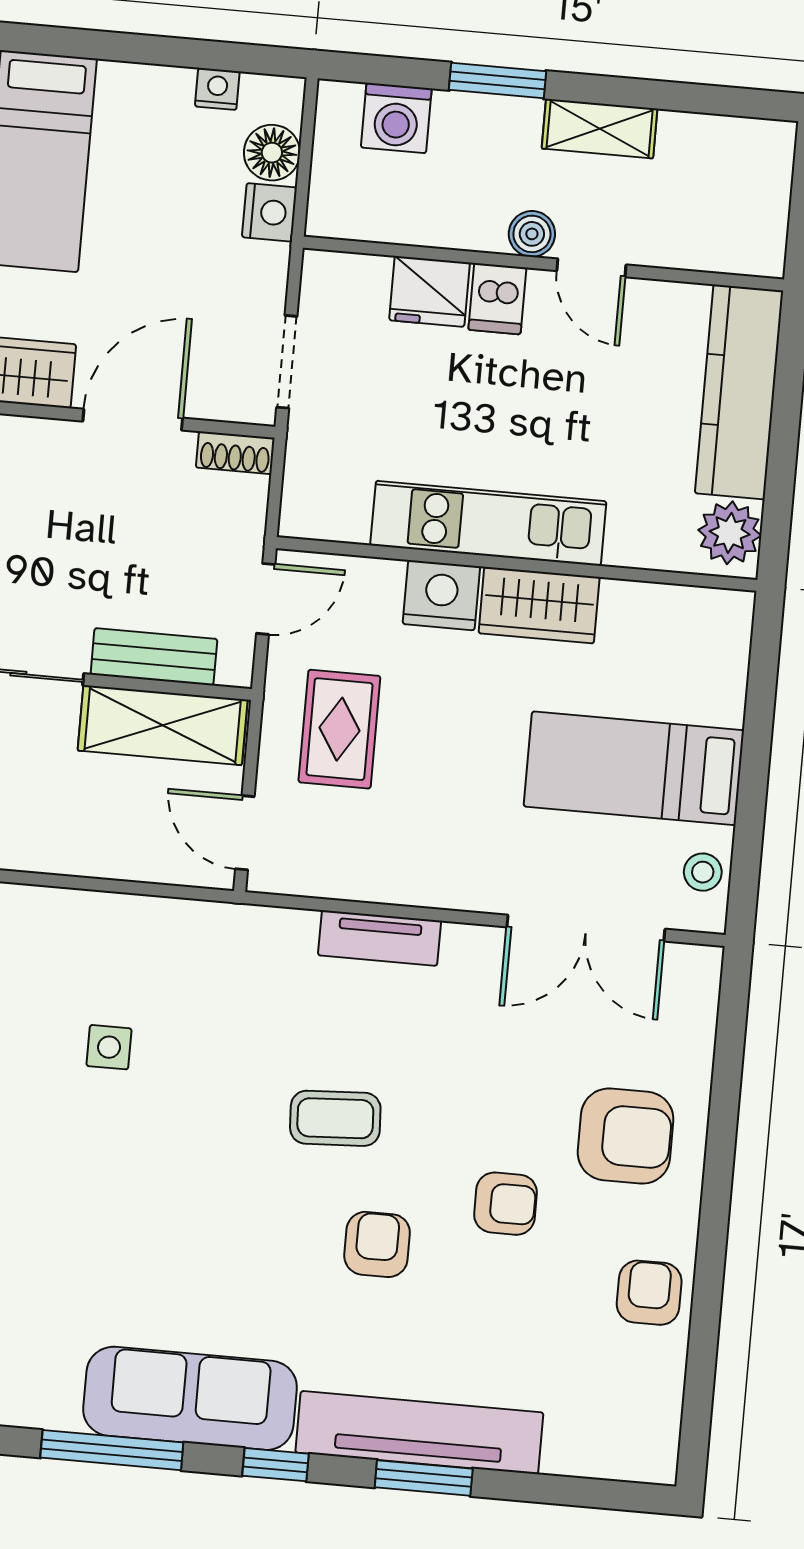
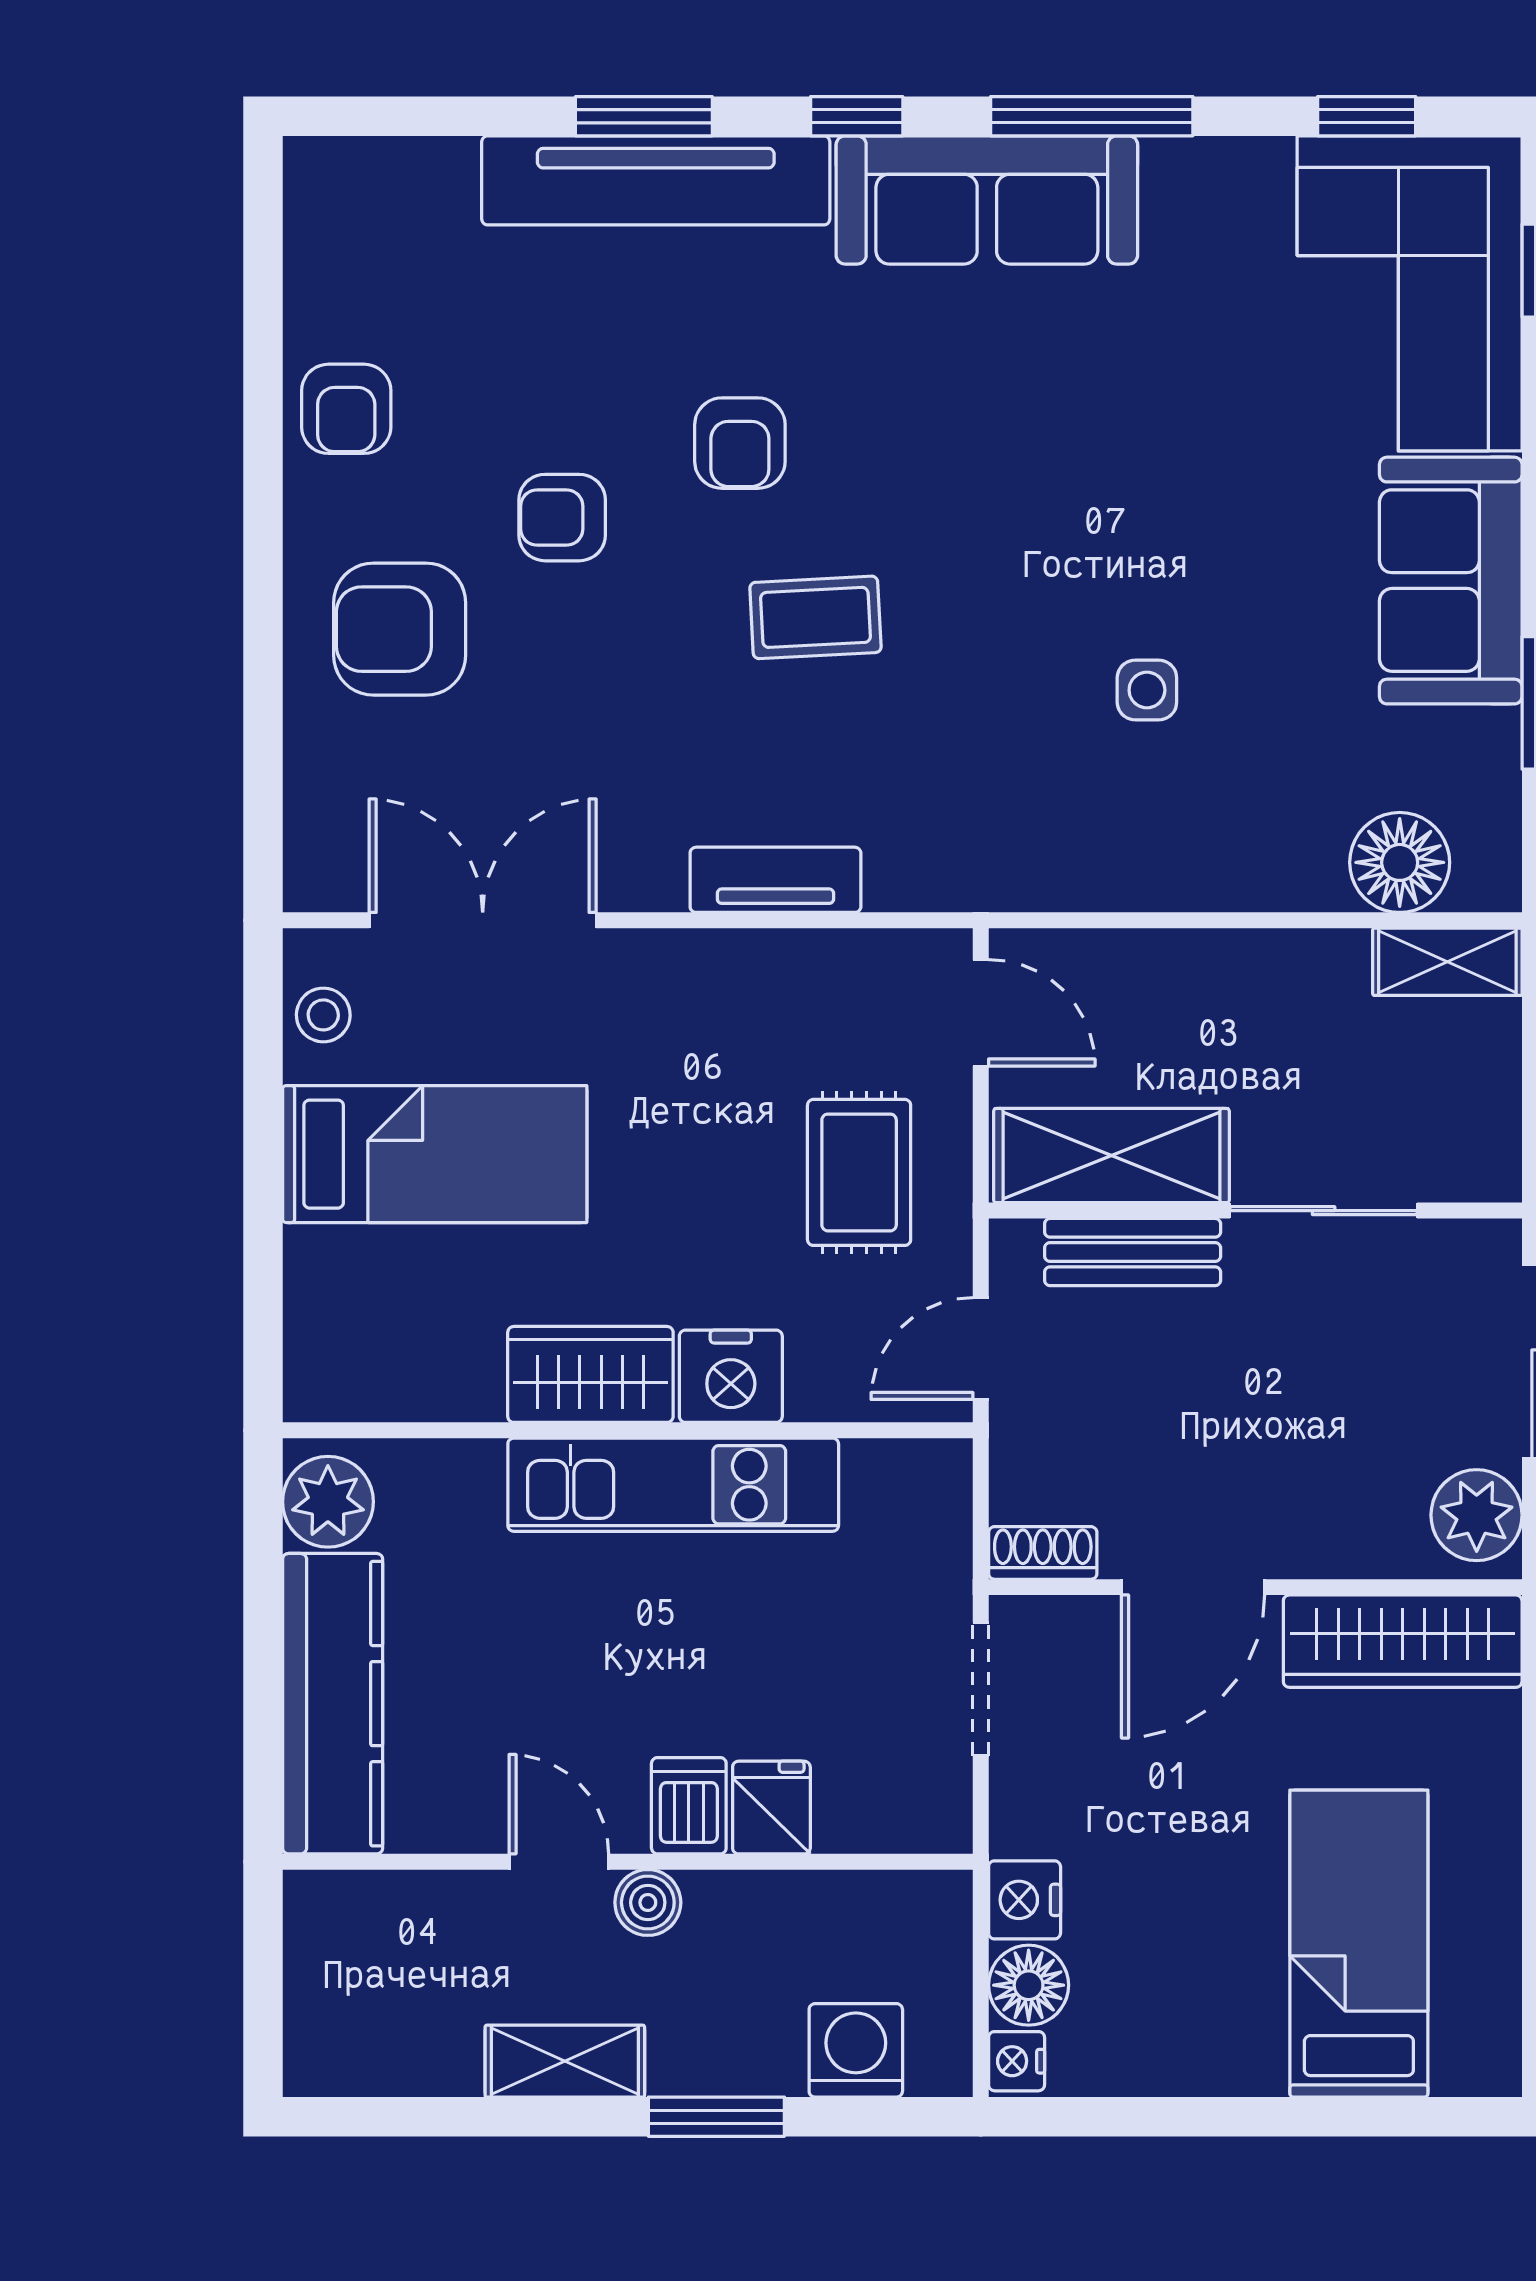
nightstand: (217, 89) -> (1017, 2061), moved, turned 90
fridge: (430, 291) -> (771, 1808), width x0.72

